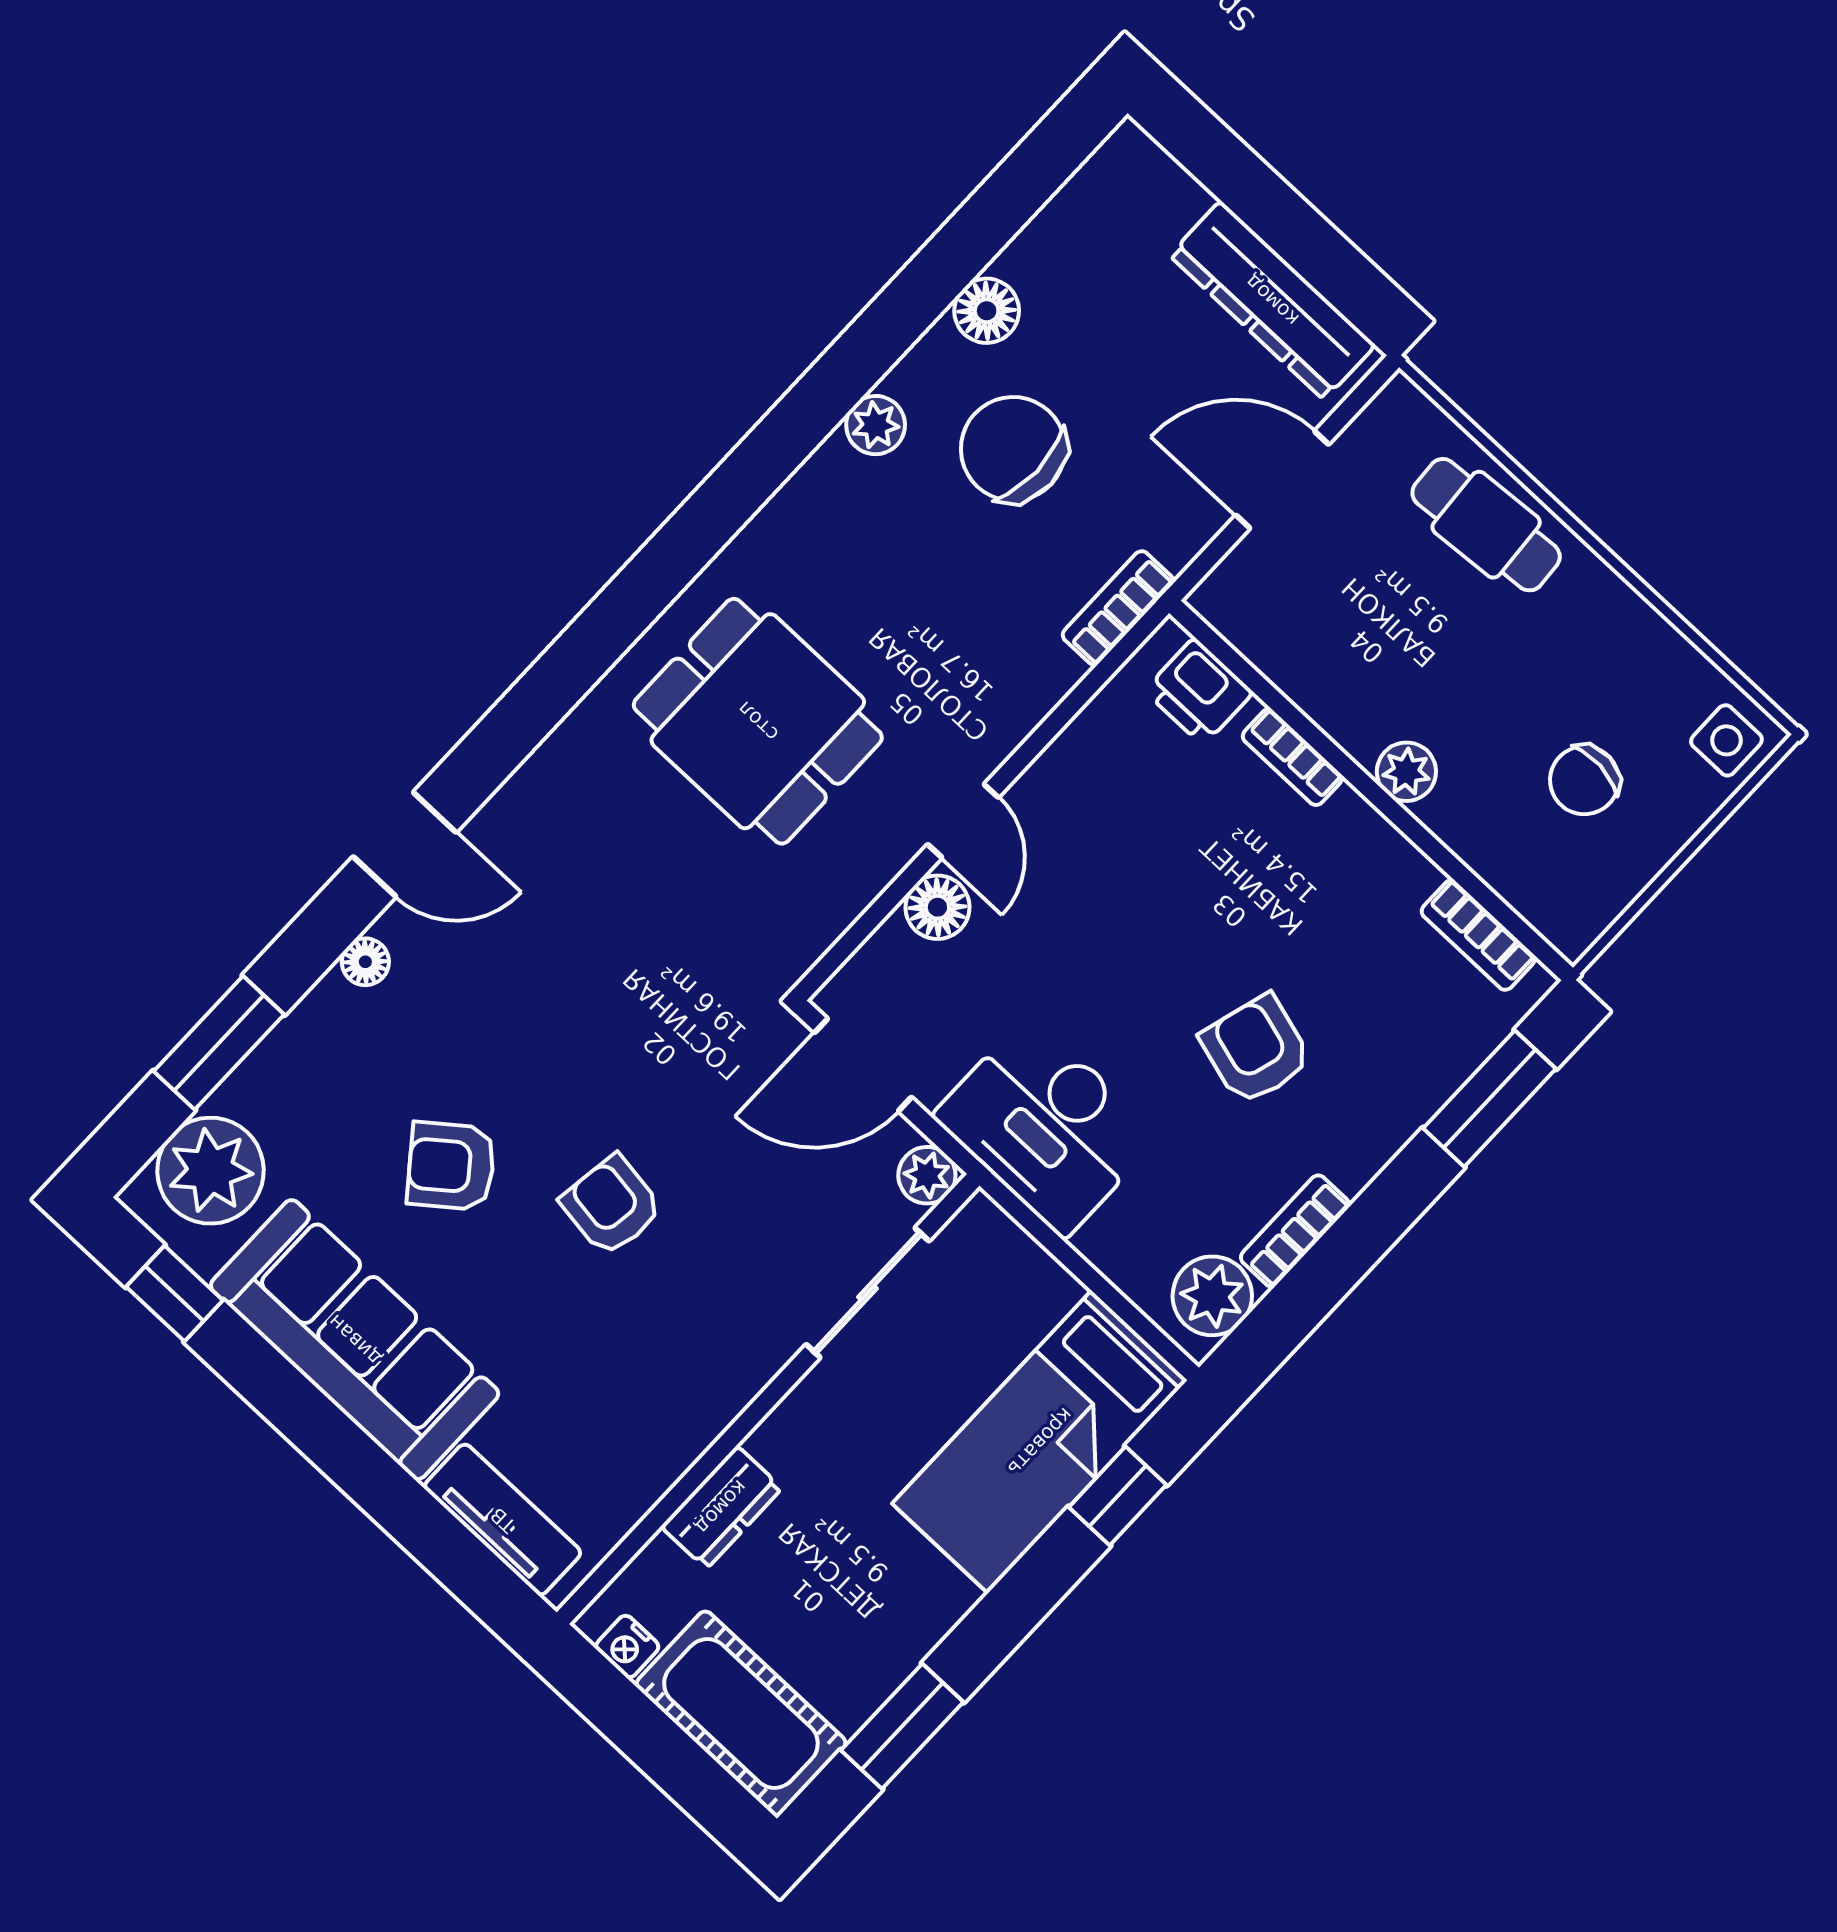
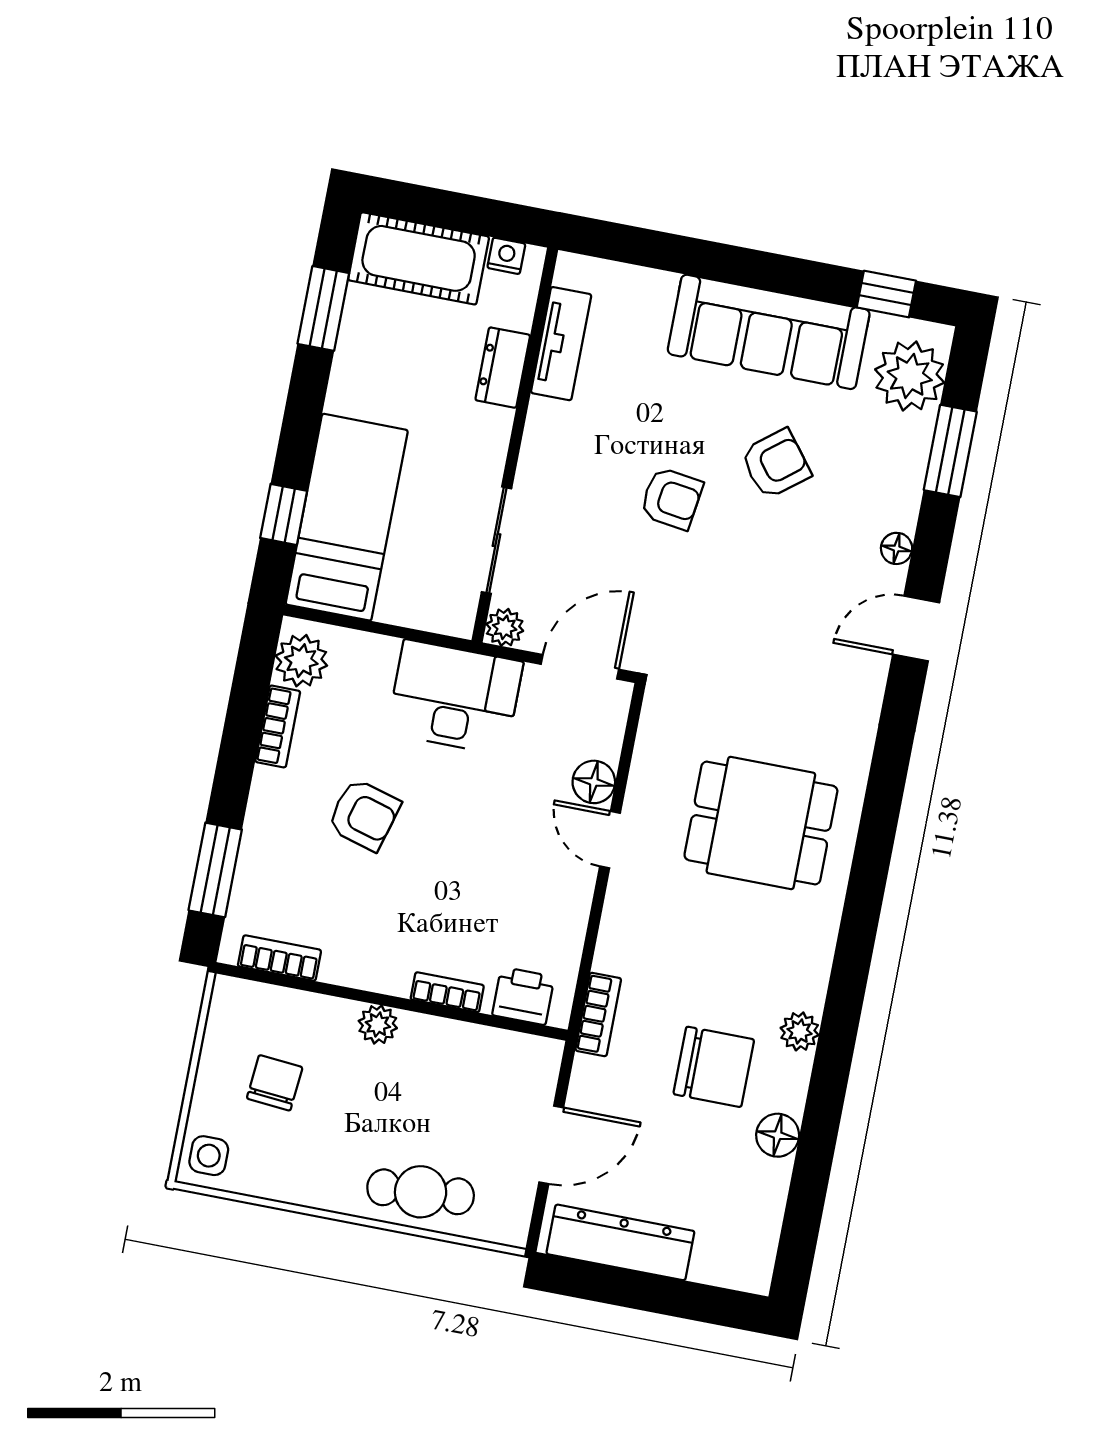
tv unit: (503, 1520) -> (561, 344), moved, turned -90

